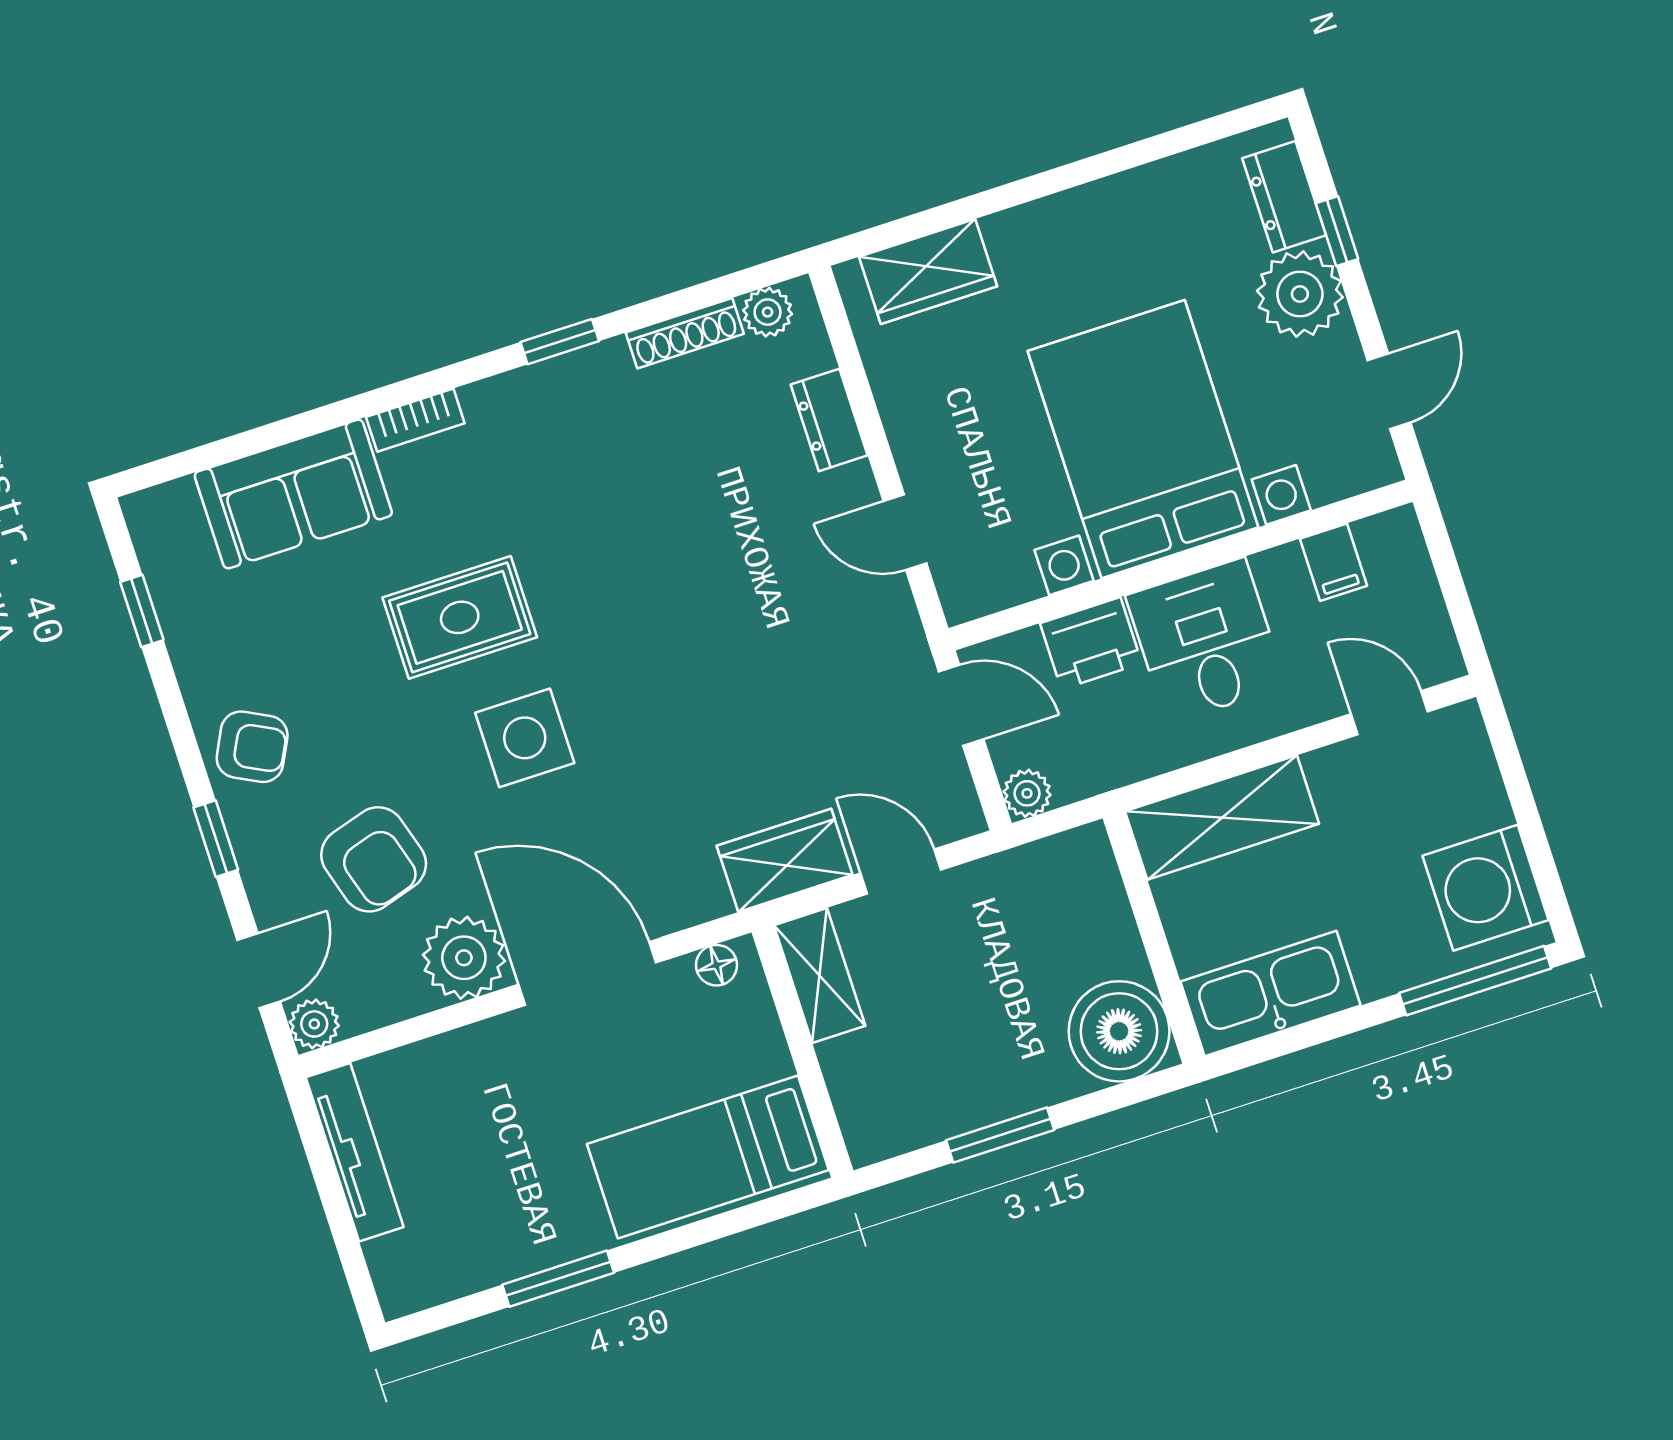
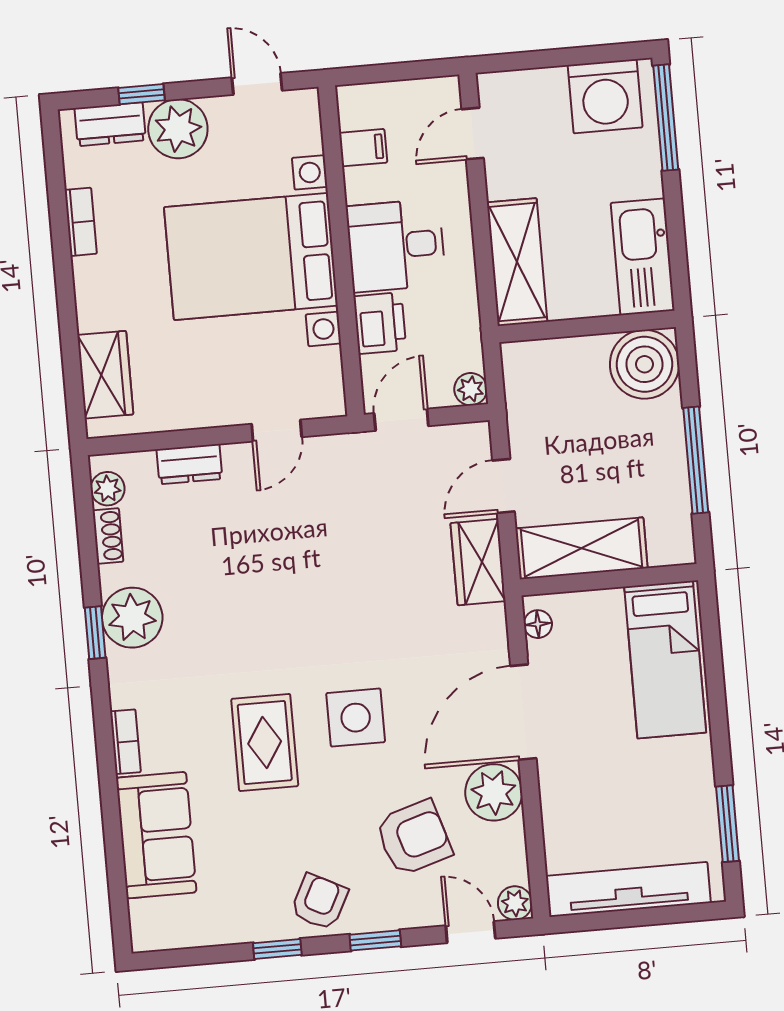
bookcase: (1136, 187) -> (81, 222), added
shoe rack: (685, 333) -> (108, 536), width x0.70
plant: (593, 389) -> (132, 618), added
window: (142, 611) -> (277, 949), moved
shelving: (820, 976) -> (581, 548), width x1.50, depth x1.33
window: (1000, 1135) -> (696, 460), width x1.44
tv unit: (355, 1152) -> (628, 889), width x1.36, depth x1.29
window: (558, 1279) -> (728, 824), moved

